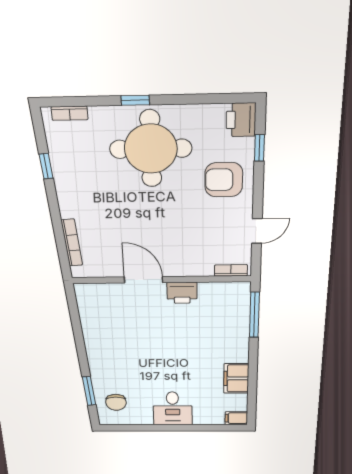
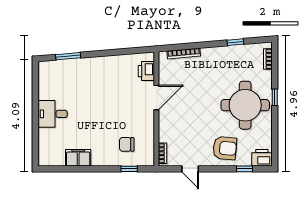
armchair: (224, 180) -> (225, 148), turned 95
printer: (182, 293) -> (146, 71), moved
window: (254, 315) -> (129, 169), width x0.46
chair: (116, 402) -> (127, 144), moved
filing cabinet: (236, 418) -> (44, 158), removed

